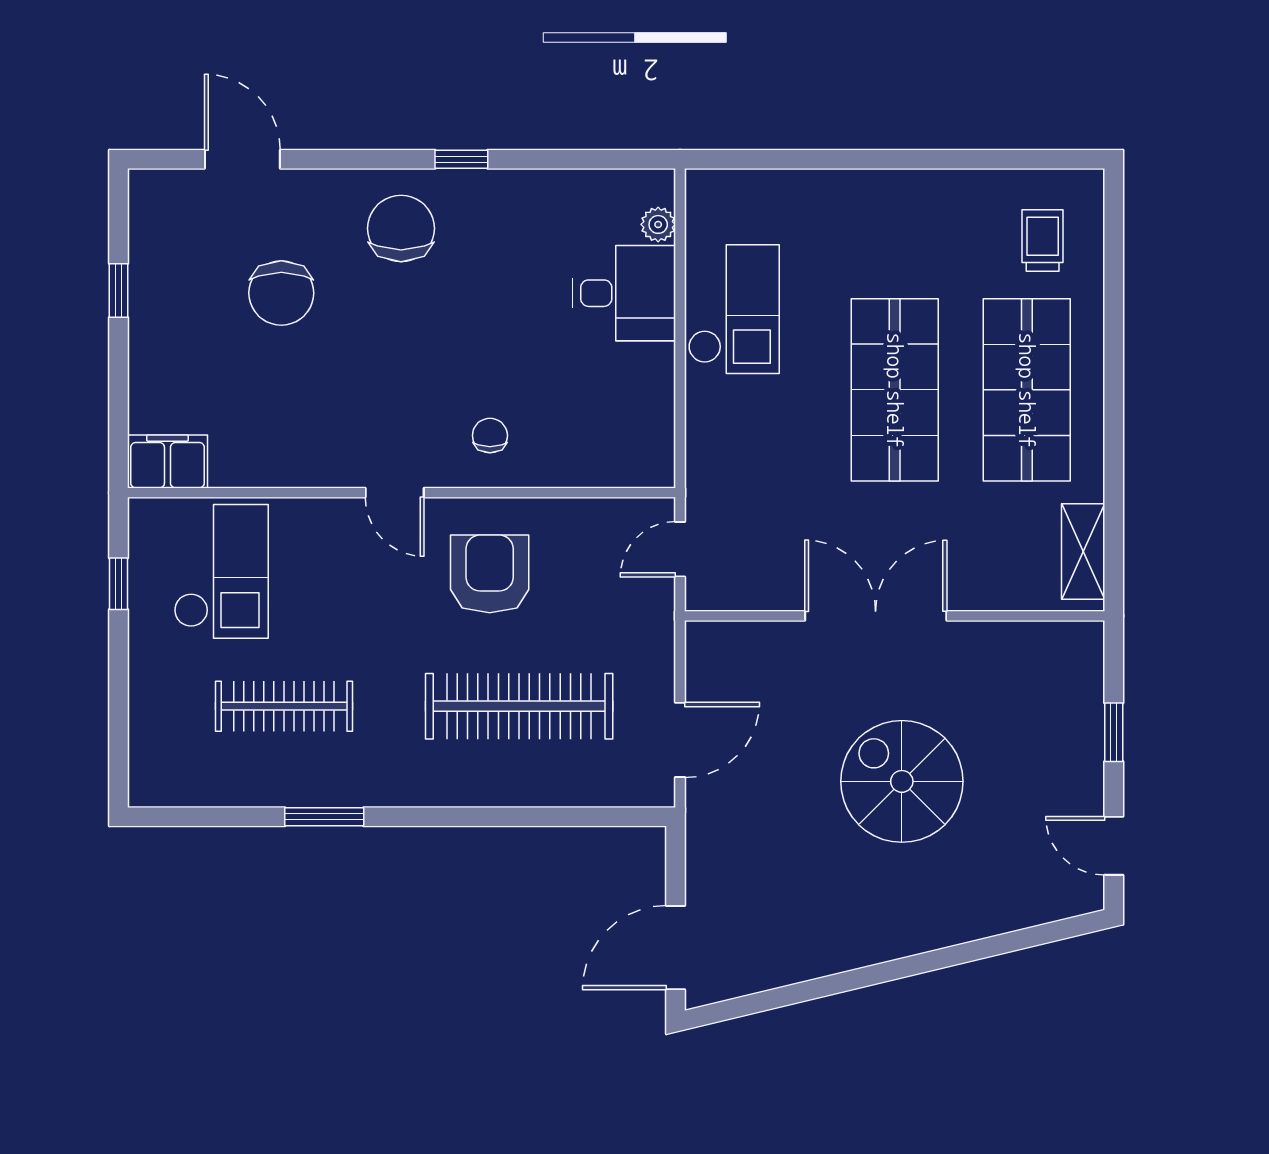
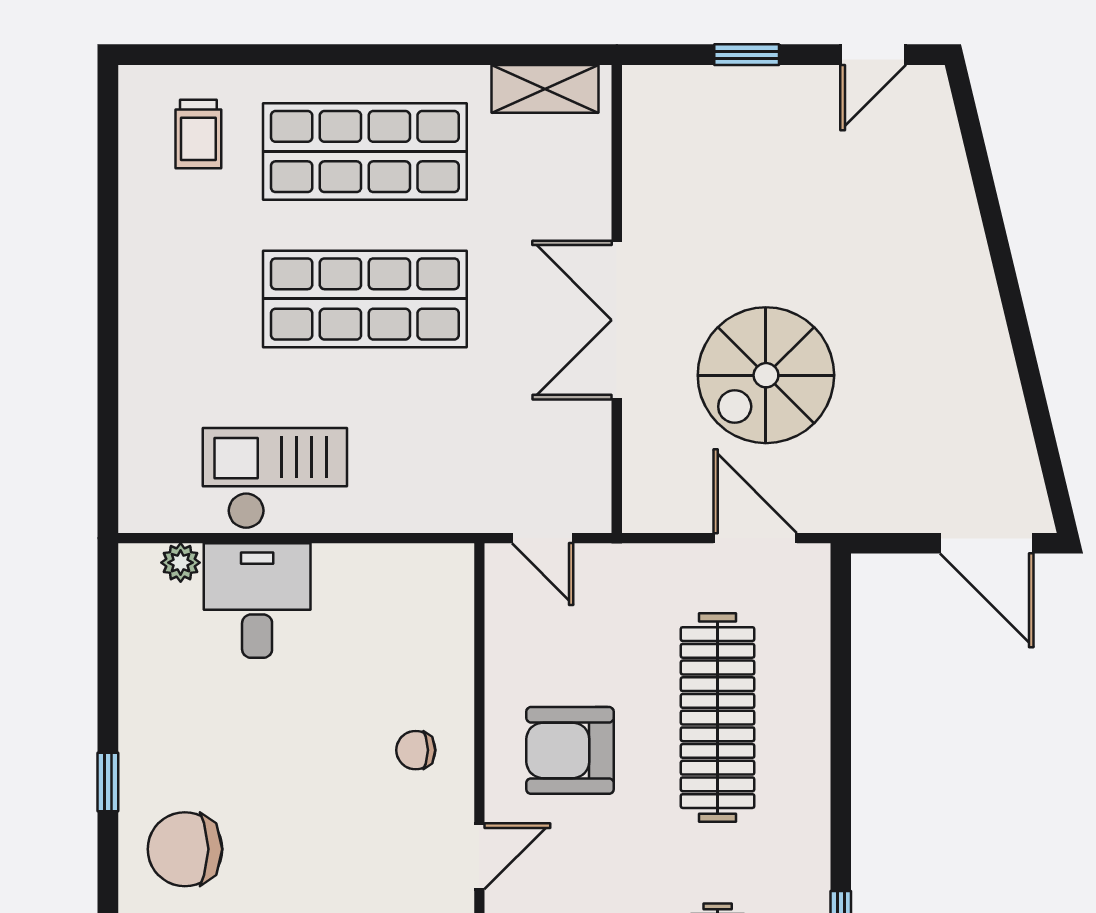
trolley: (1043, 241) -> (198, 134), turned -90
spiral stairs: (902, 781) -> (766, 375), moved

